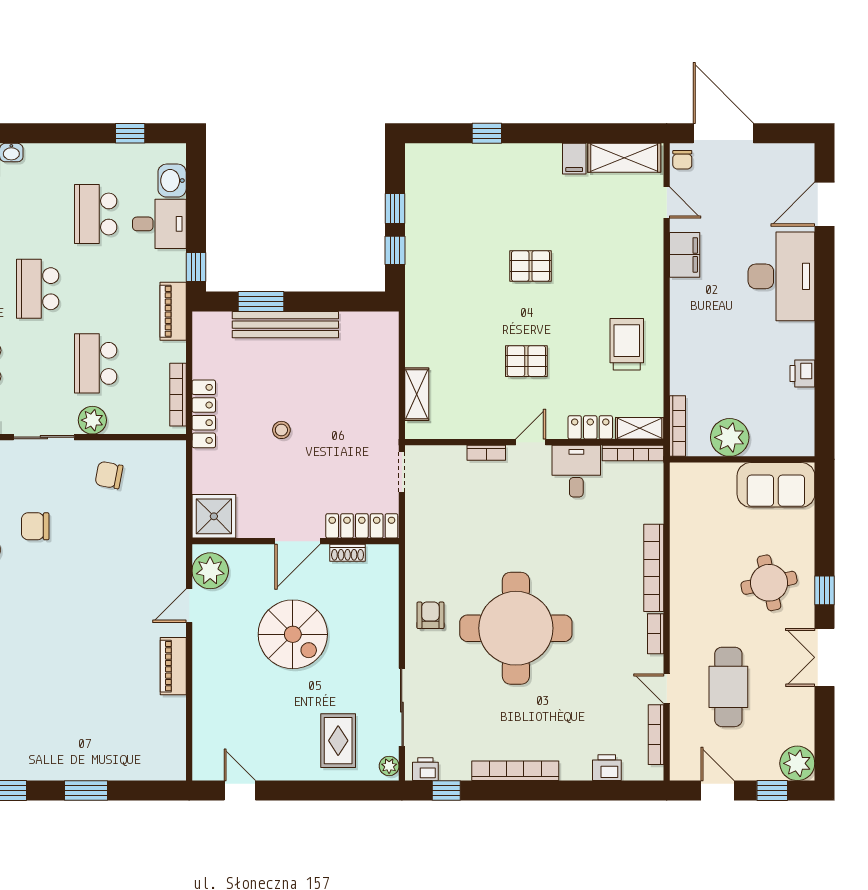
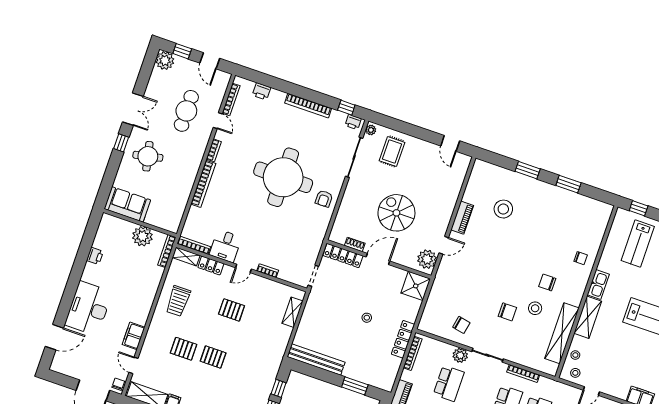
pallet: (588, 263) -> (184, 349), added
bench: (285, 325) -> (316, 359), moved
stool: (105, 707) -> (503, 209), added

